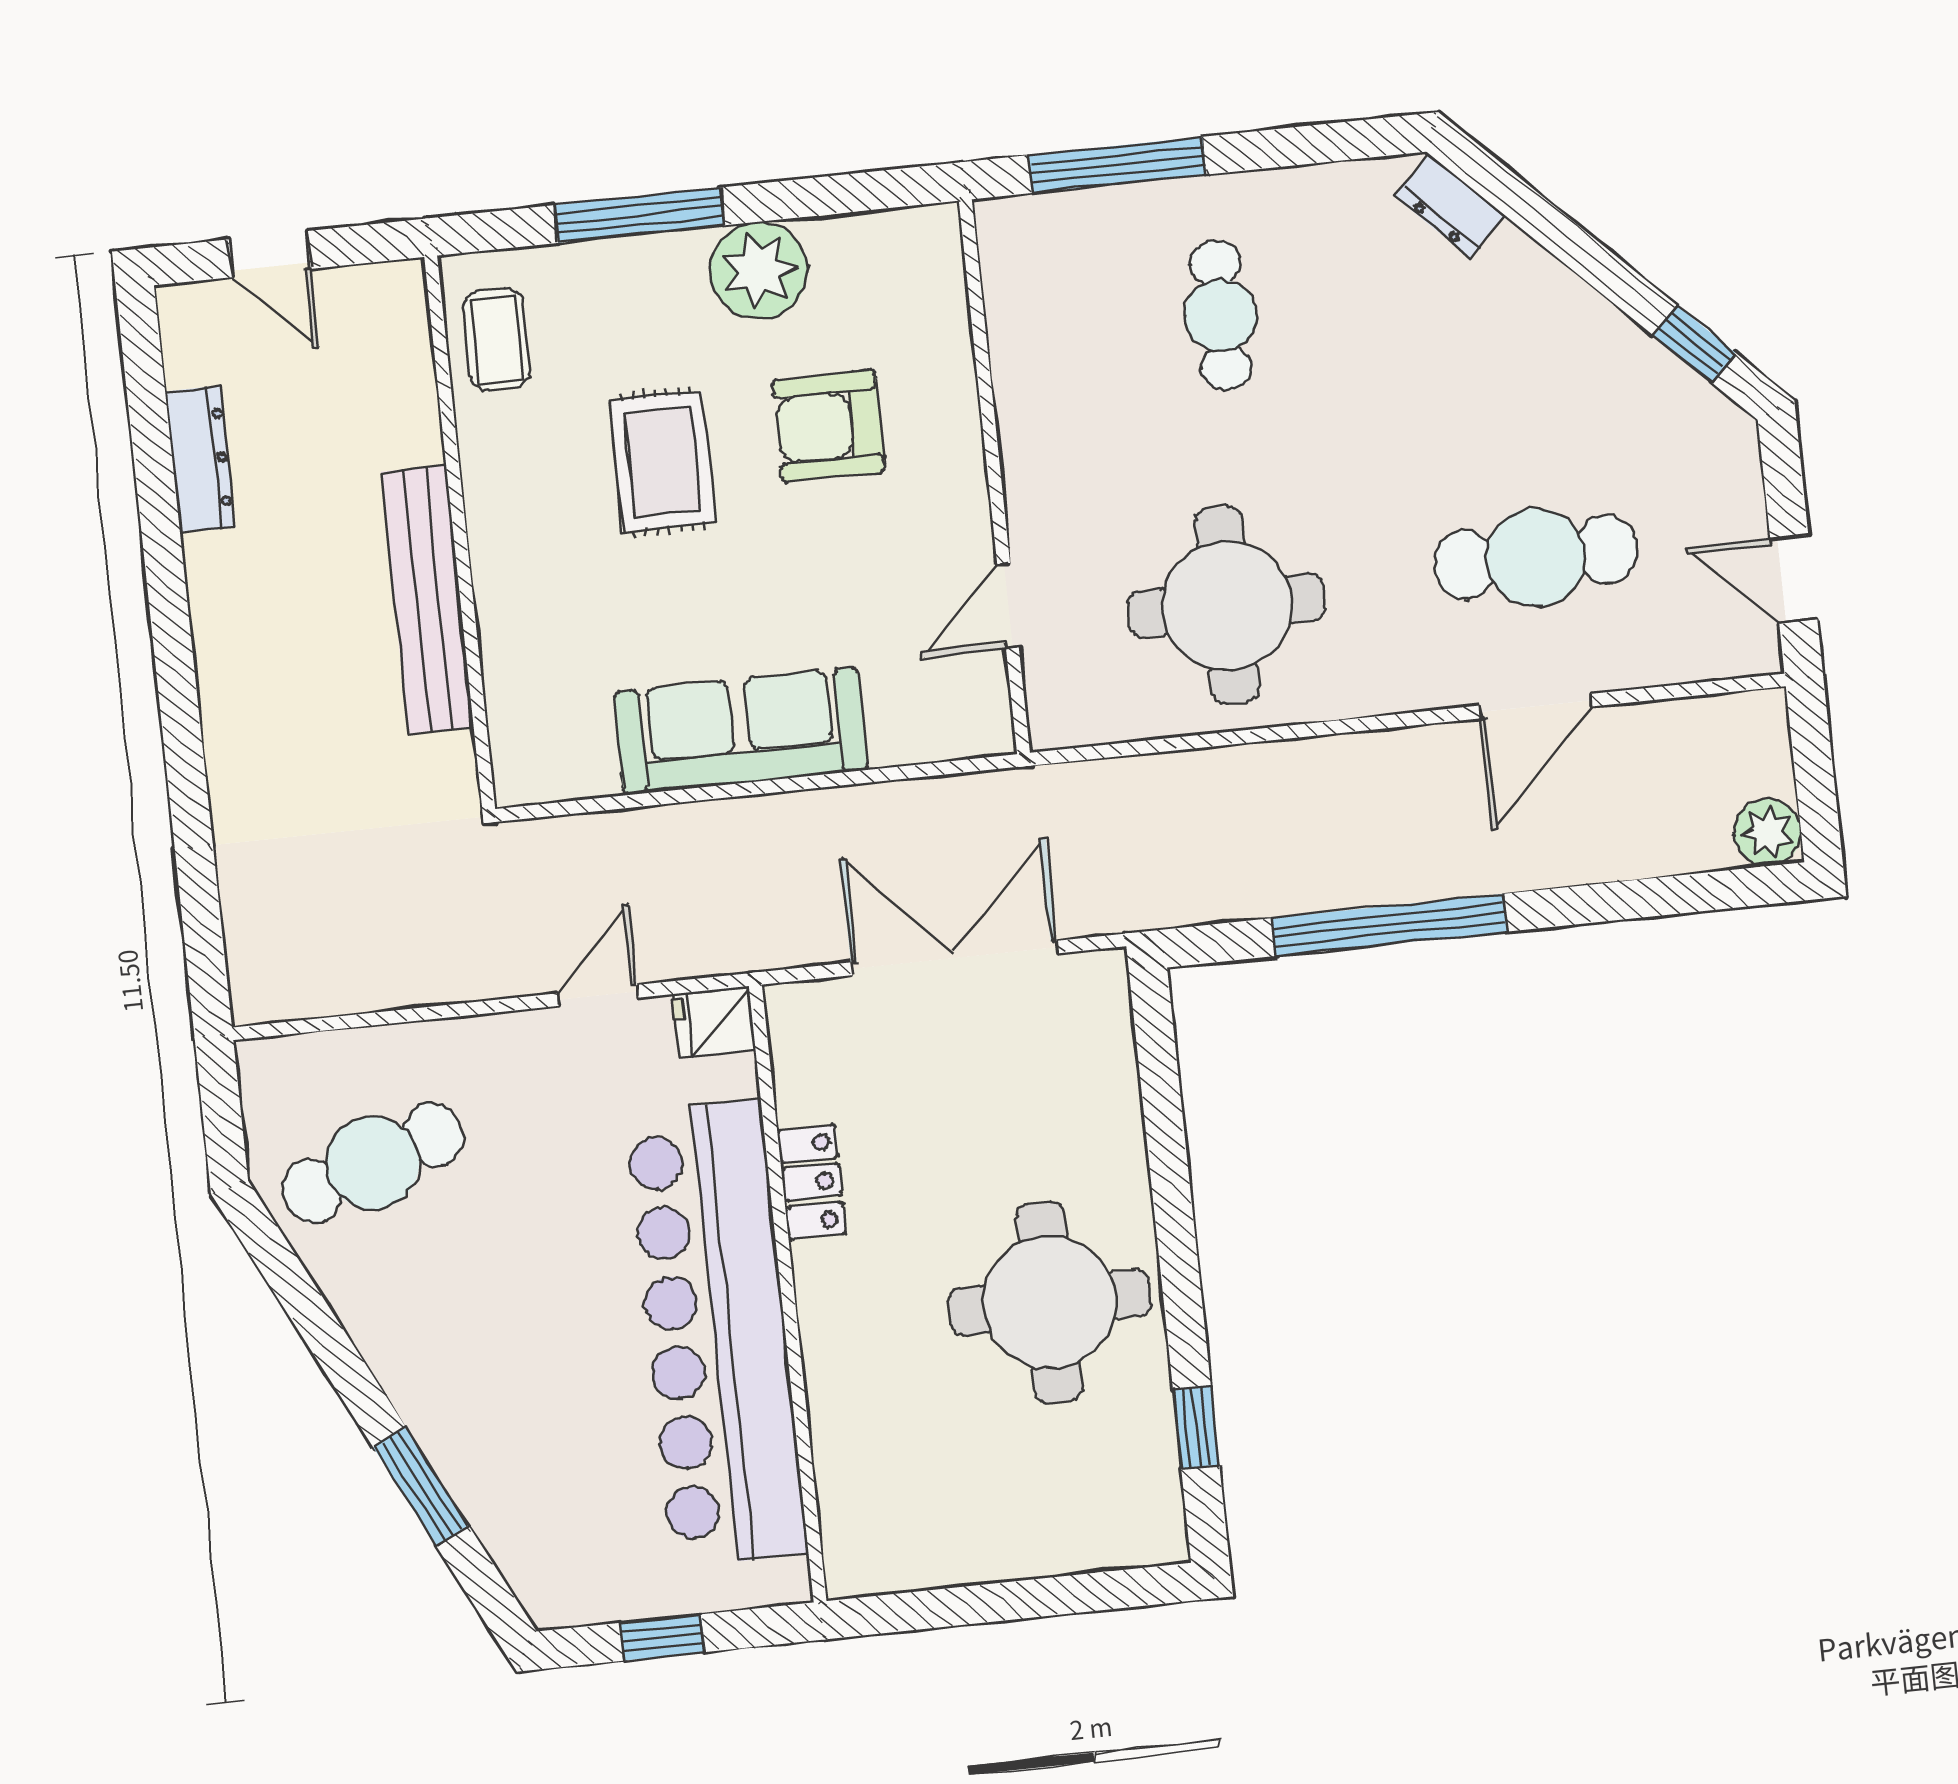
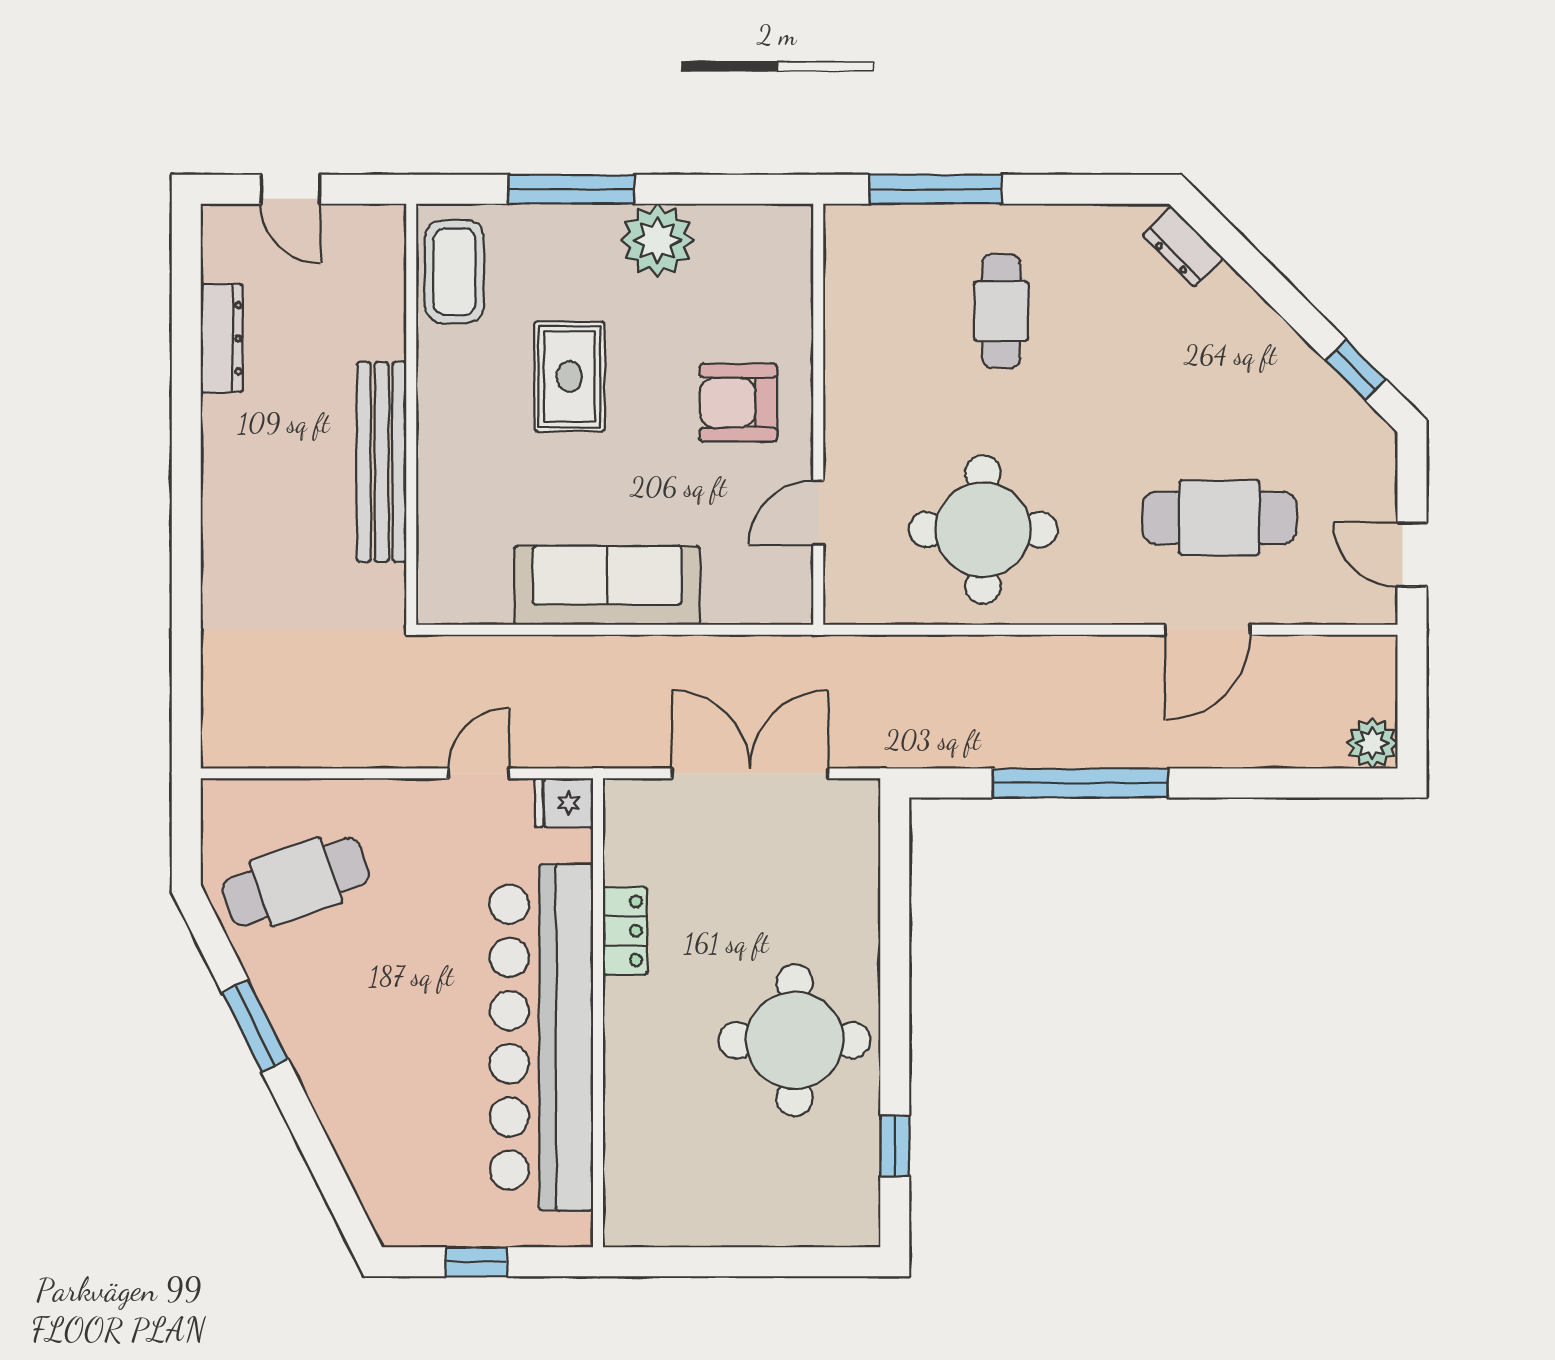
coffee table: (497, 340) -> (454, 272), width x1.36, depth x1.30
armchair: (829, 426) -> (738, 403), moved
window: (421, 1486) -> (255, 1026), moved

